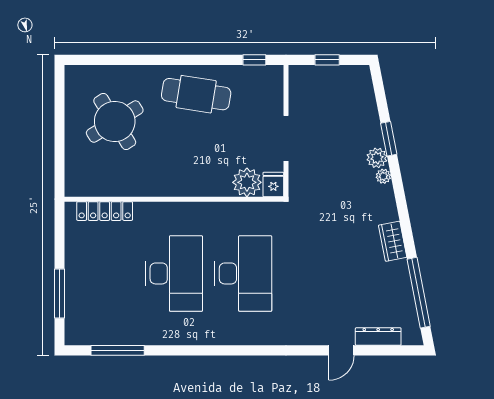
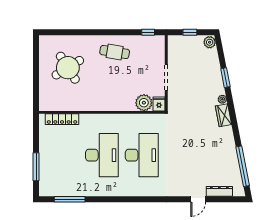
cafe table: (196, 94) -> (115, 52), width x0.73, depth x0.74
plant: (377, 158) -> (210, 42), moved
wardrobe: (393, 241) -> (223, 115), moved

